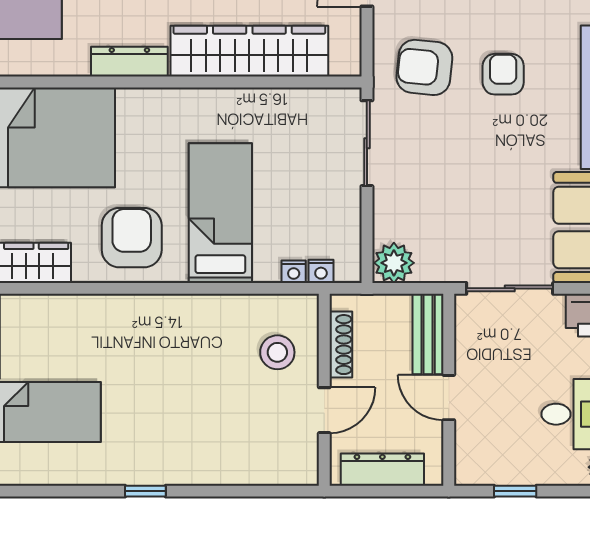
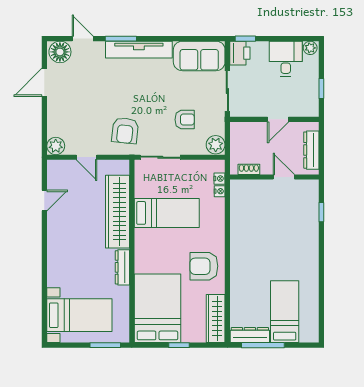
armchair: (503, 74) -> (185, 120), moved, turned 180
bed: (220, 213) -> (167, 213), moved, turned 180
bench: (428, 334) -> (249, 129), removed
shoe rack: (341, 345) -> (249, 169), width x0.70
stool: (277, 352) -> (257, 199), removed
window: (145, 491) -> (321, 212), moved

